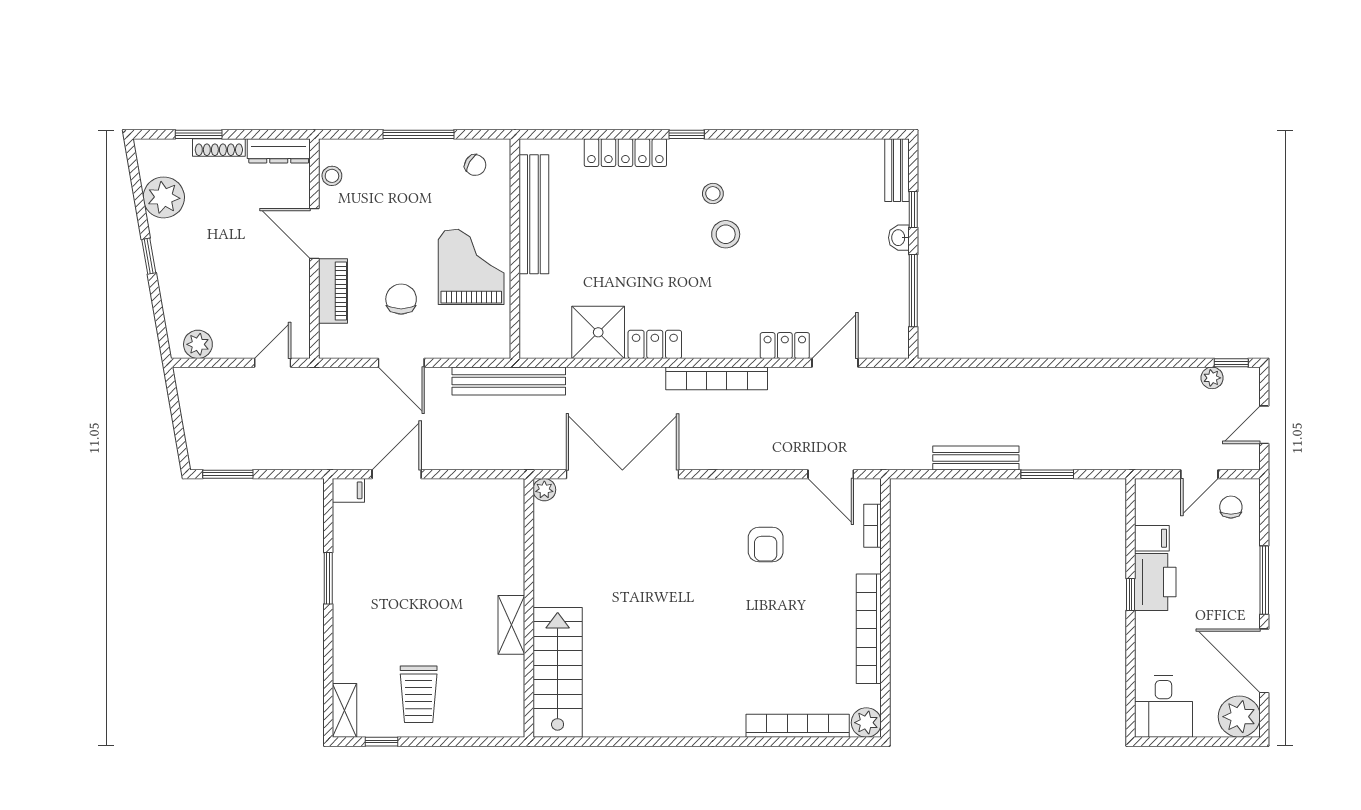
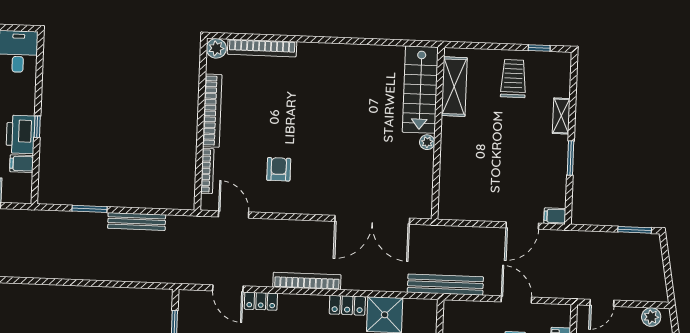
door: (835, 363) -> (228, 288), hinge flipped
plant: (544, 490) -> (427, 142), moved
bookcase: (873, 526) -> (207, 171), width x1.56
shelving: (511, 625) -> (454, 87), moved, width x1.50, depth x1.33
shelving: (345, 710) -> (561, 116), moved

